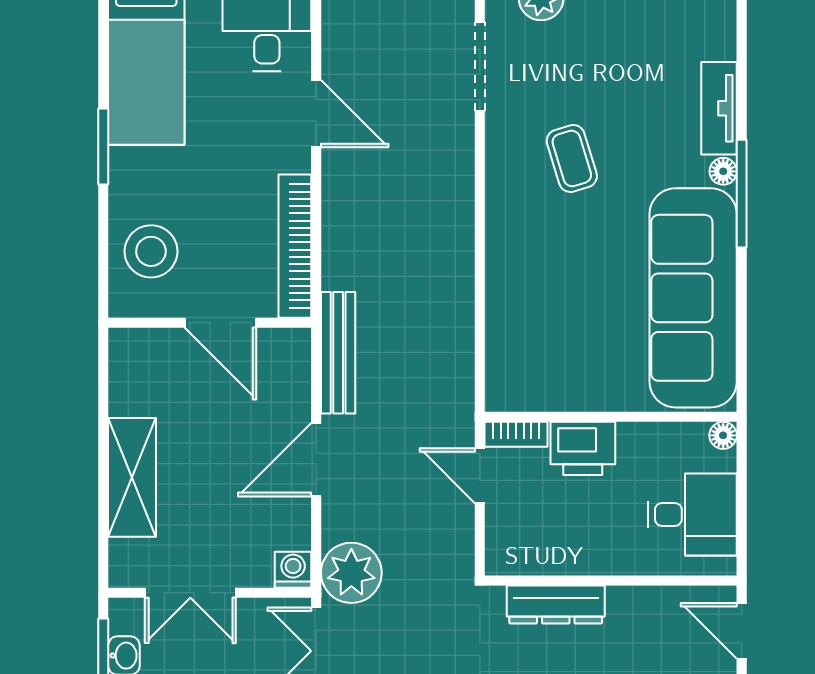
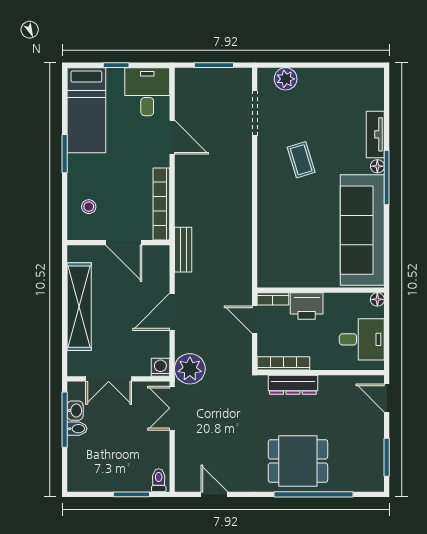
stool: (151, 251) -> (89, 207), width x0.53, depth x0.53
bench: (338, 353) -> (183, 250), width x0.73
shelving: (132, 477) -> (79, 307), width x1.47
bookcase: (537, 562) -> (283, 363), added

